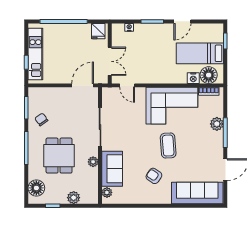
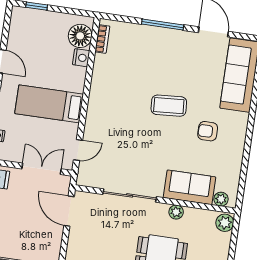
bed: (200, 53) -> (49, 104), moved, turned 90
corner sofa: (172, 106) -> (115, 93), removed
plant: (217, 124) -> (149, 34), removed
armchair: (154, 176) -> (208, 131), turned 56
plant: (74, 198) -> (225, 223), moved

